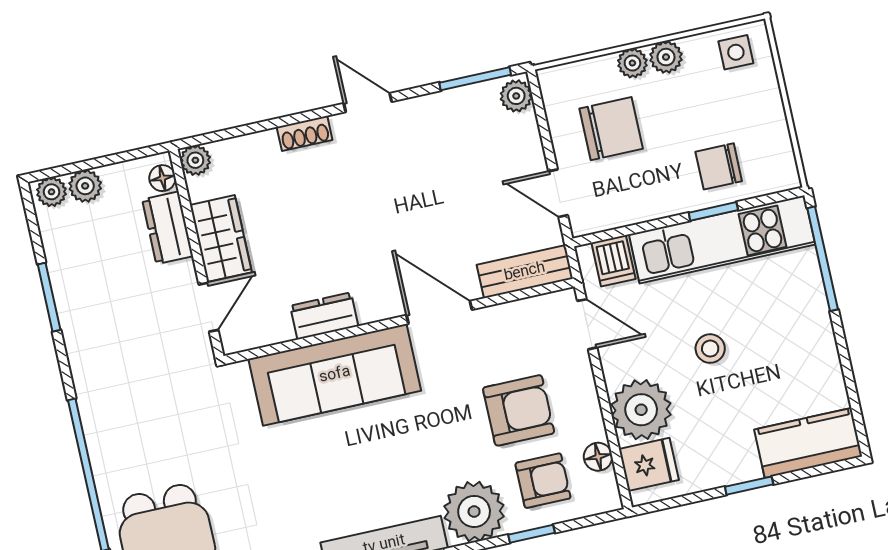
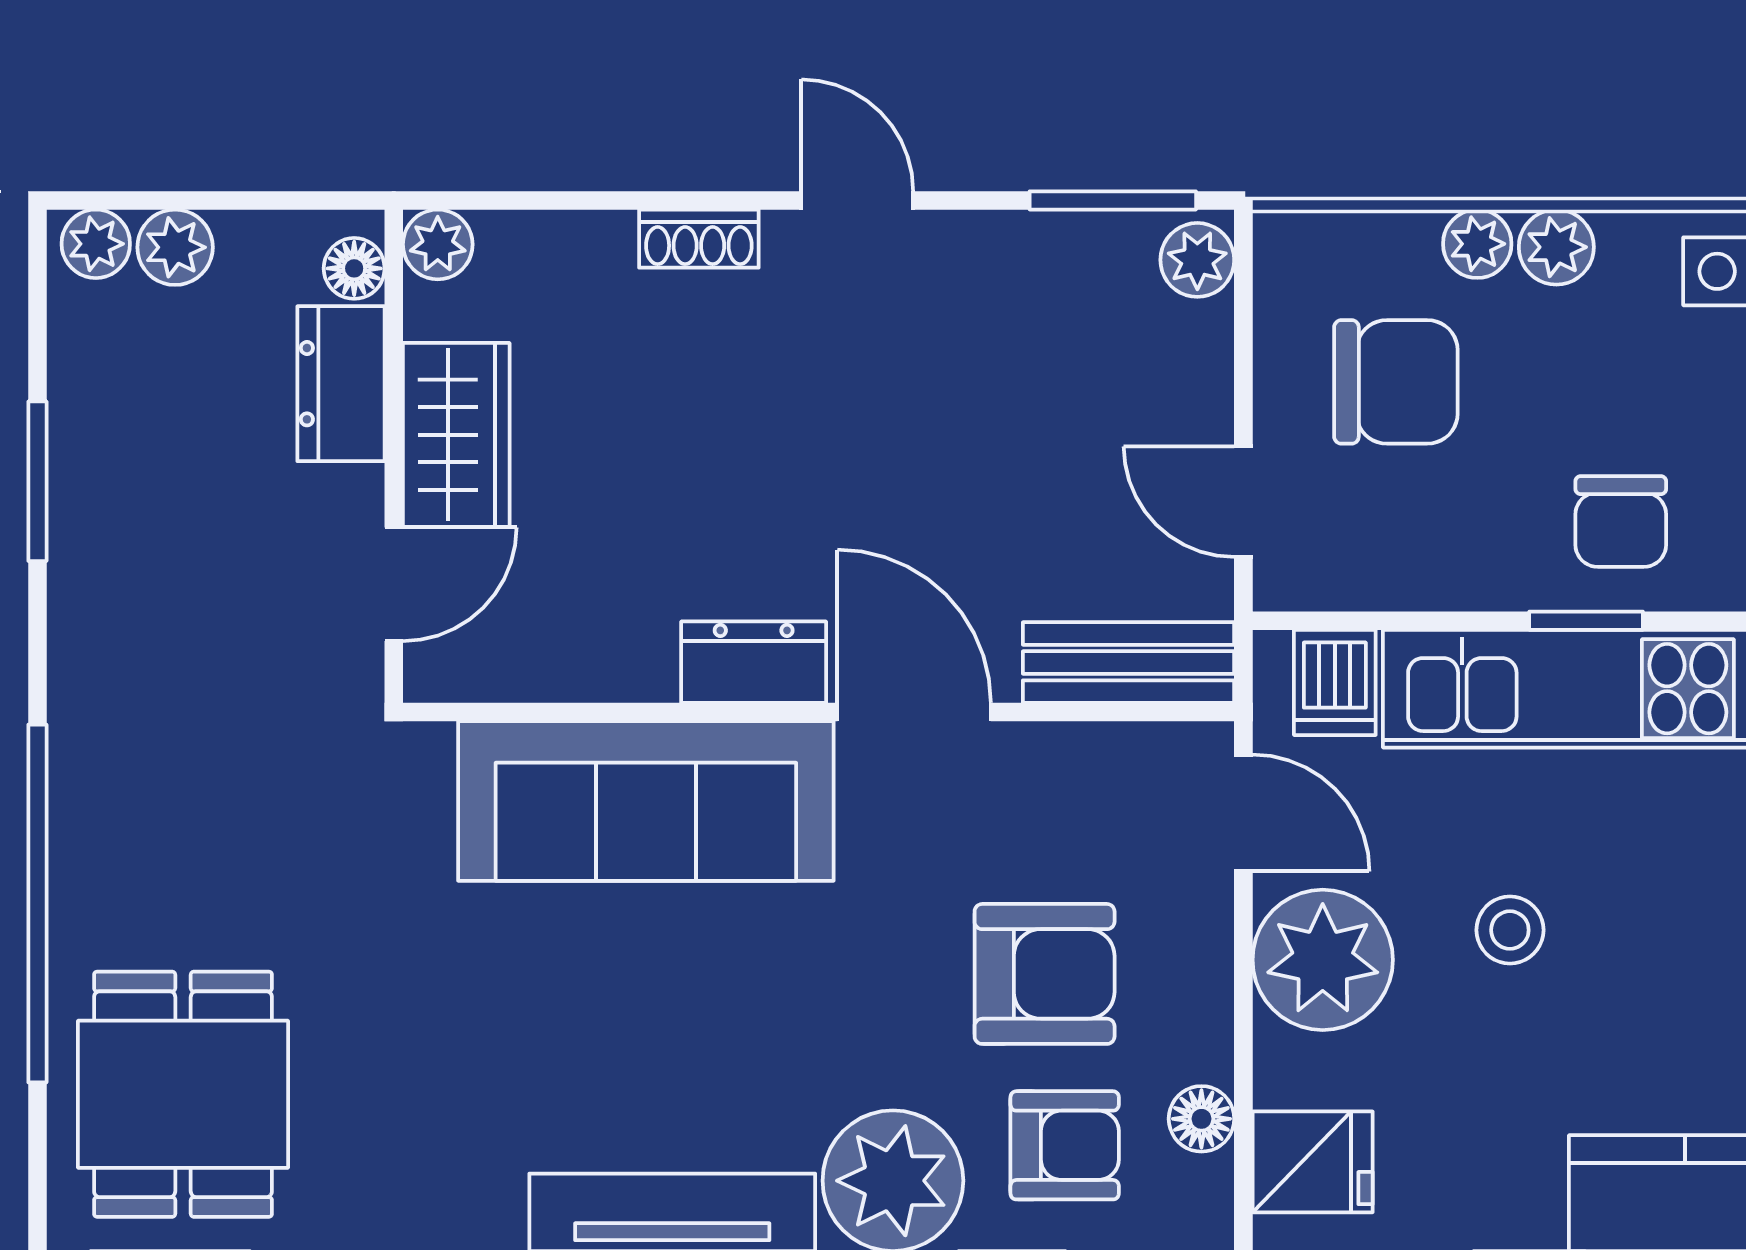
chair: (719, 166) -> (1621, 521), turned -90
dresser: (324, 316) -> (754, 662), moved
plant: (641, 410) -> (1323, 960), moved

